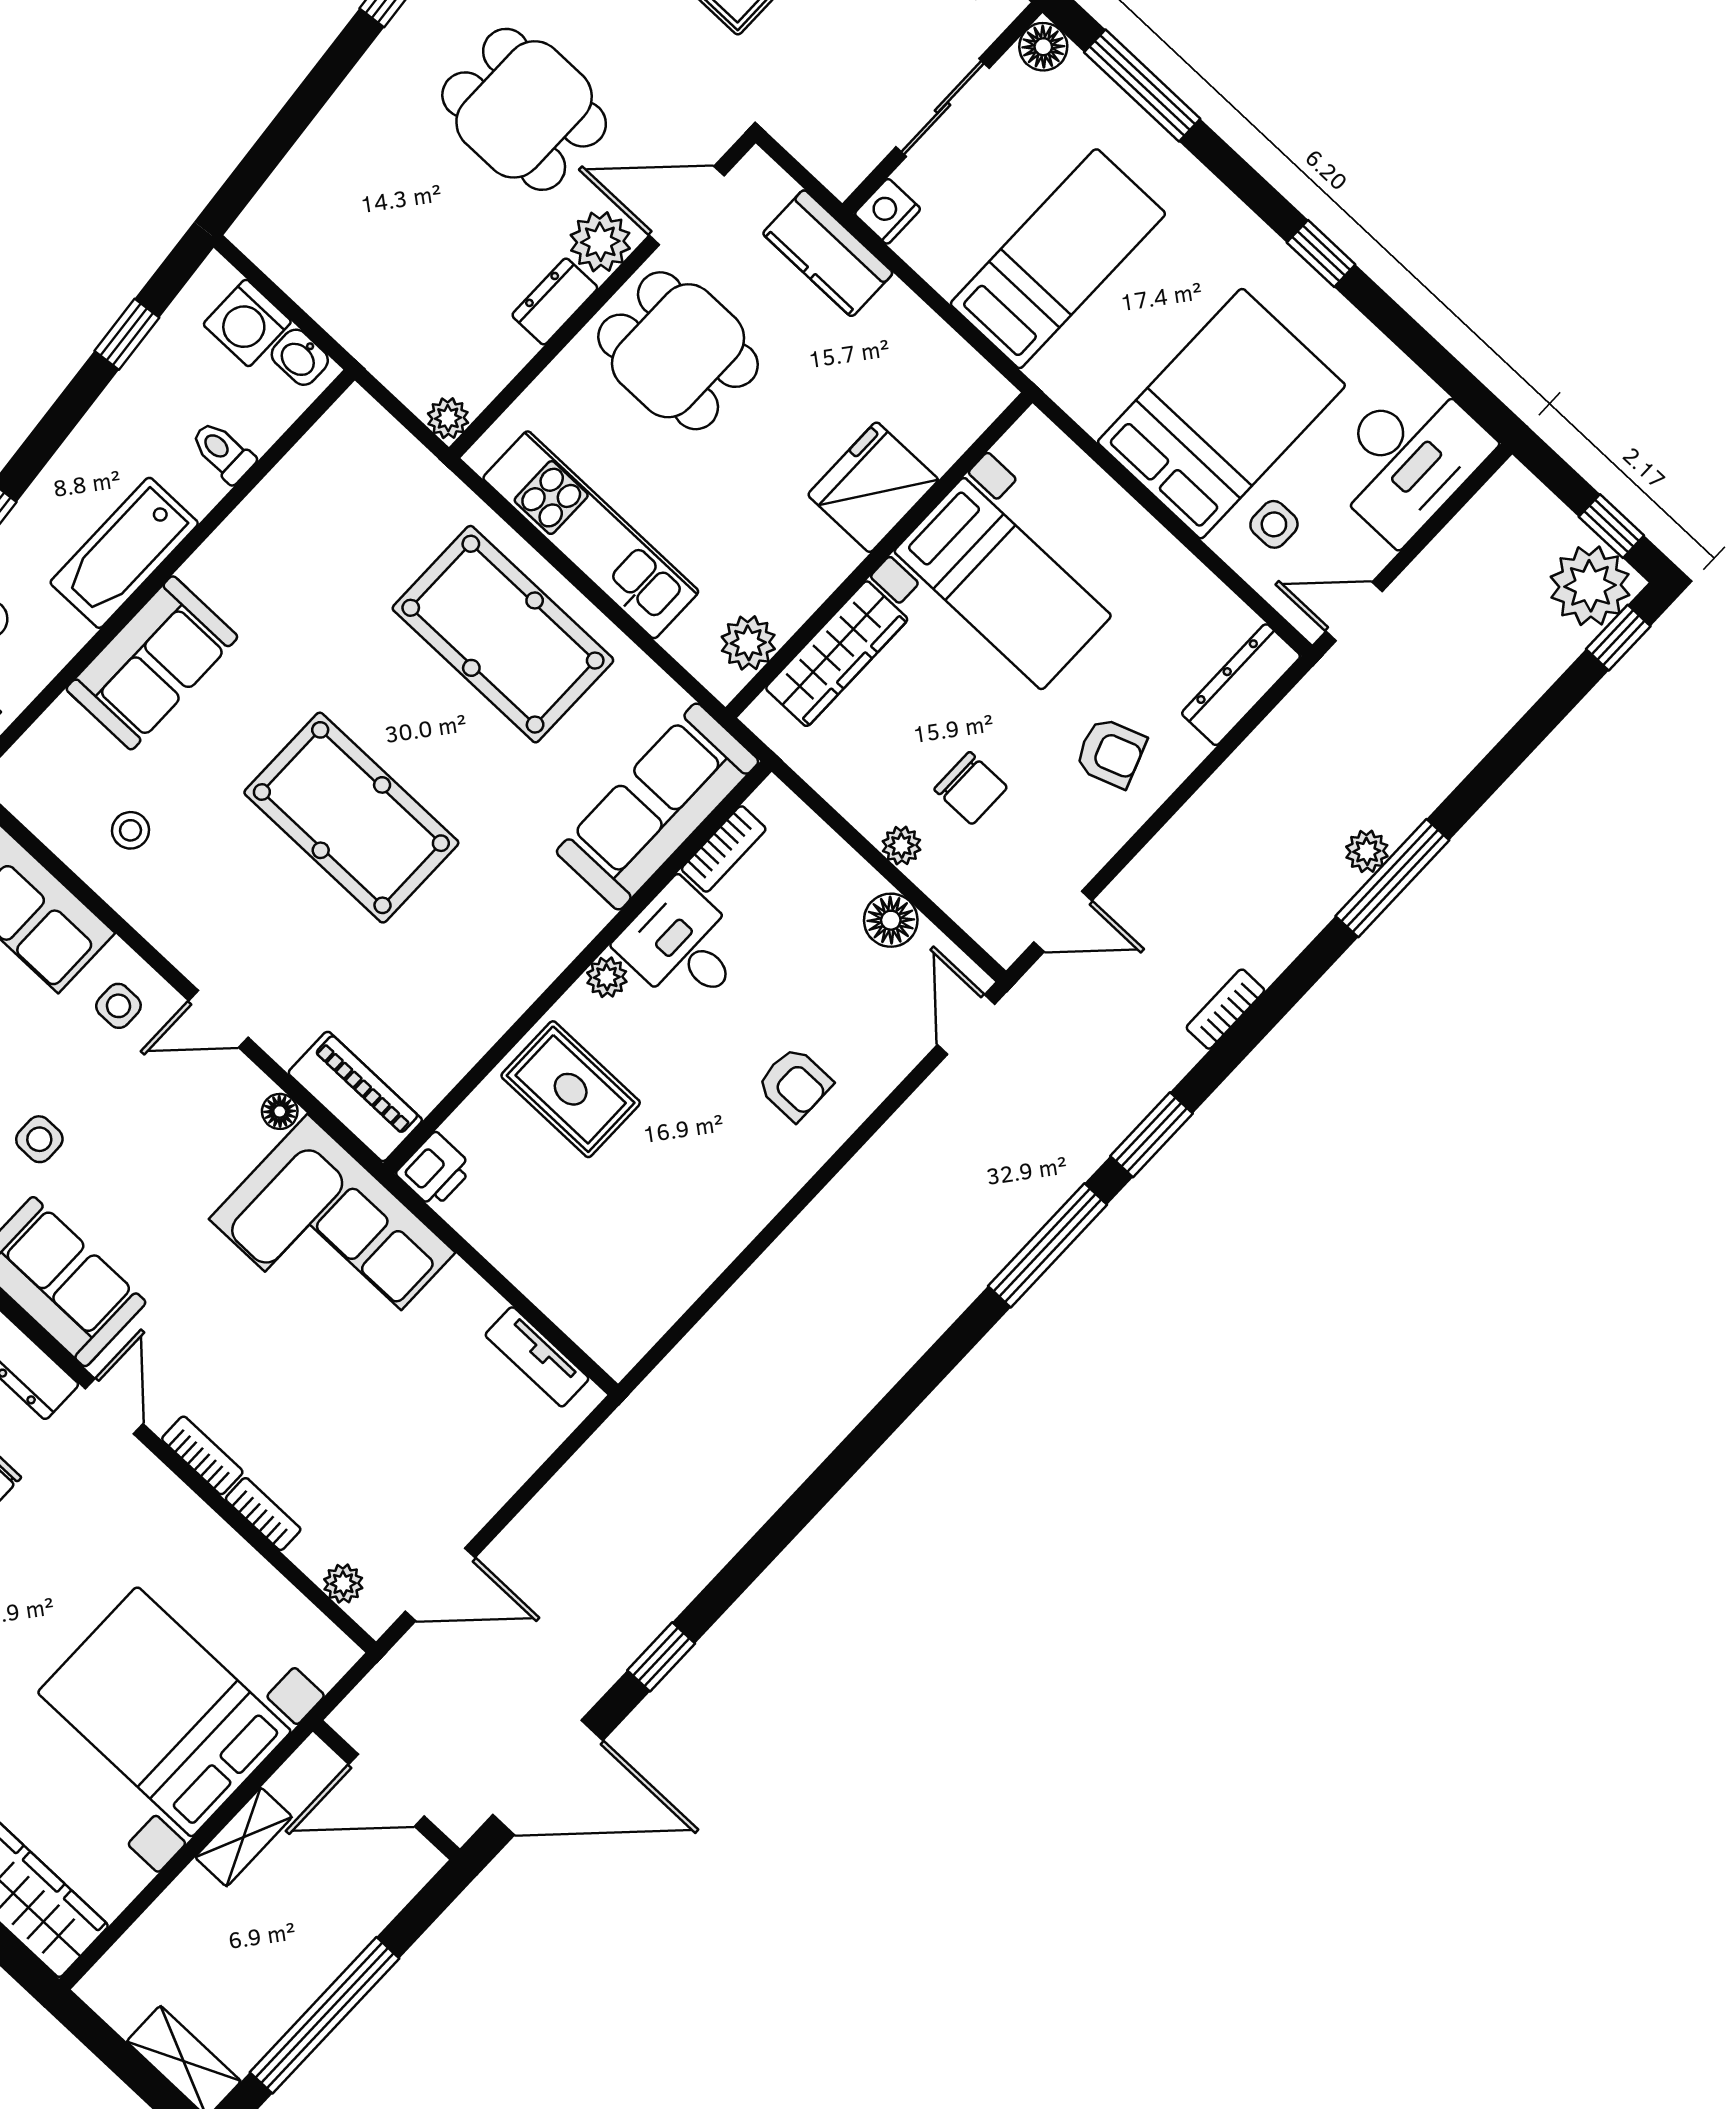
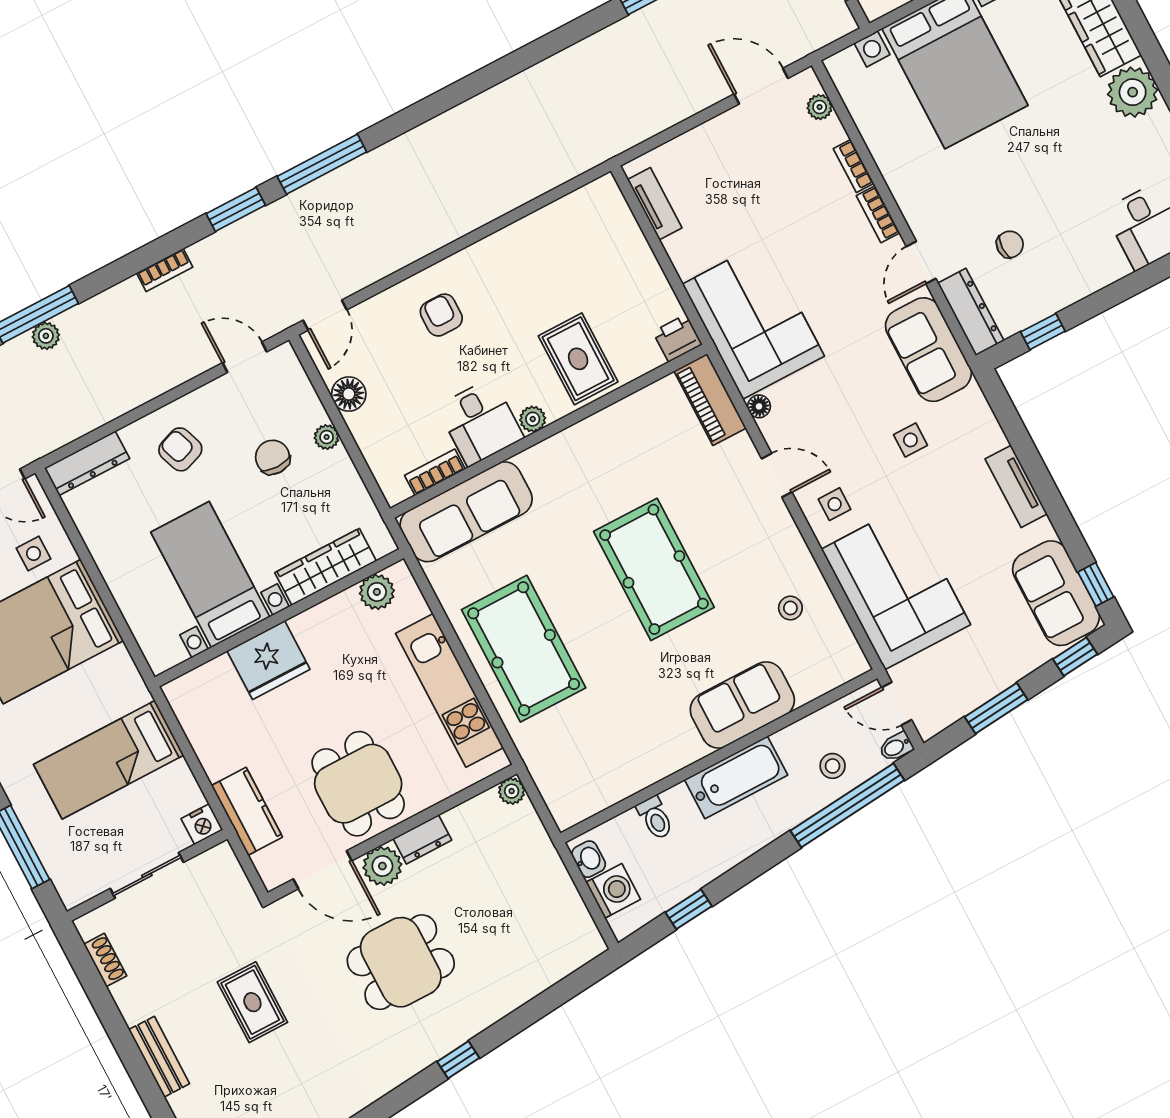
floor lamp: (1043, 47) -> (73, 891), removed
dining table: (524, 109) -> (401, 962), turned 90

